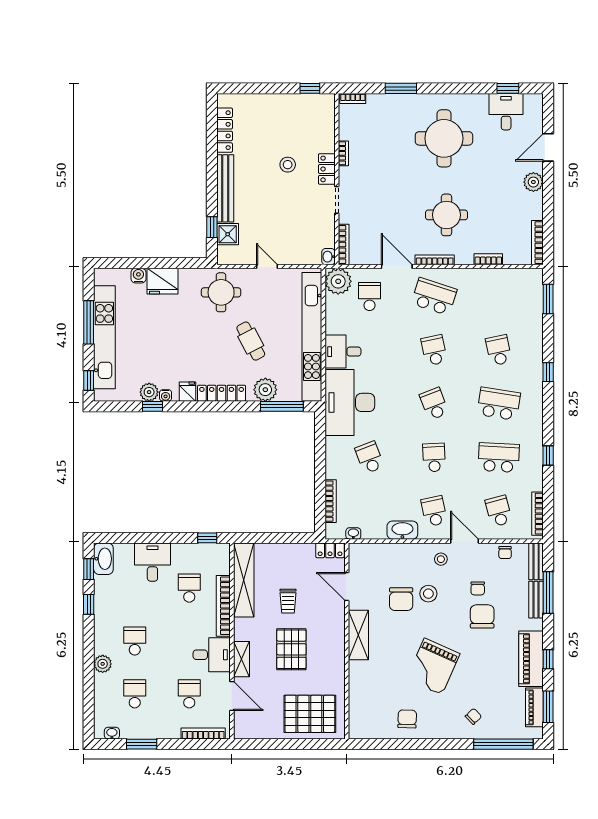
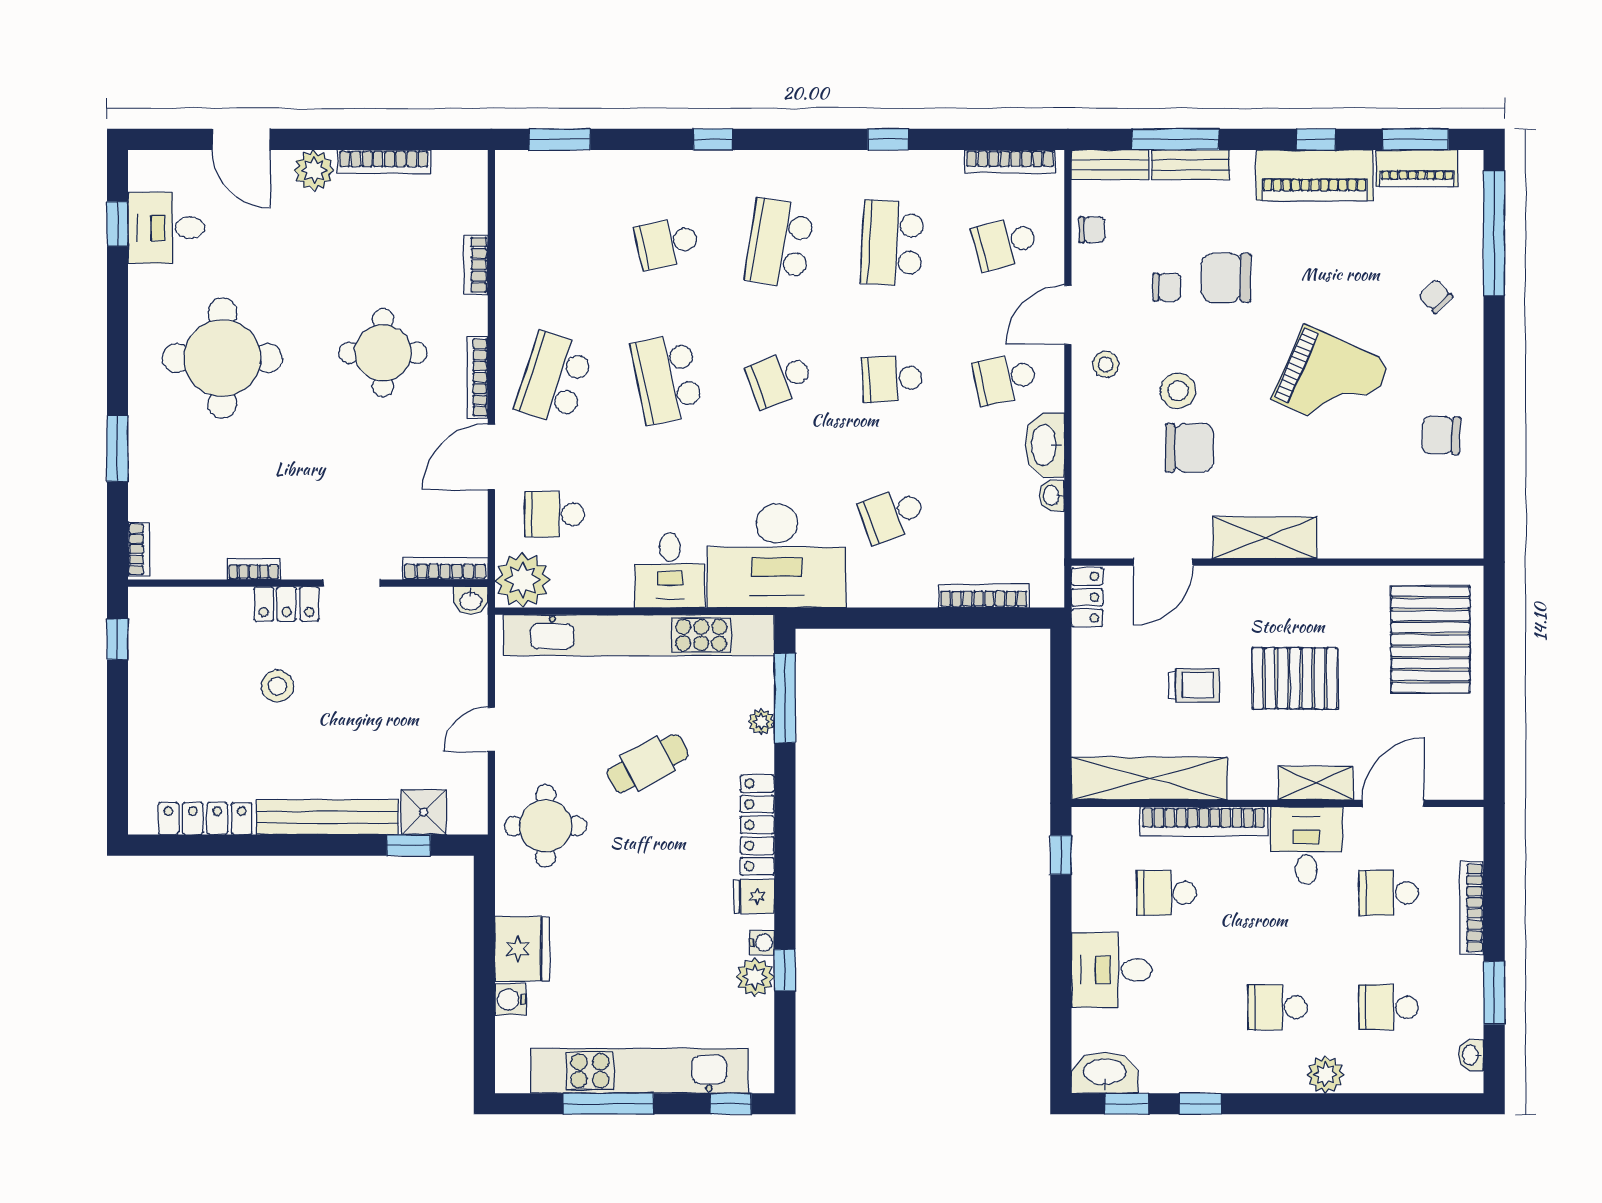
bookcase: (537, 243) -> (384, 162), moved
school desk: (434, 350) -> (667, 379), width x1.85
plant: (265, 390) -> (761, 722), width x0.53, depth x0.53
washbasin: (353, 534) -> (1052, 495), moved
bookcase: (203, 734) -> (1472, 908), moved

